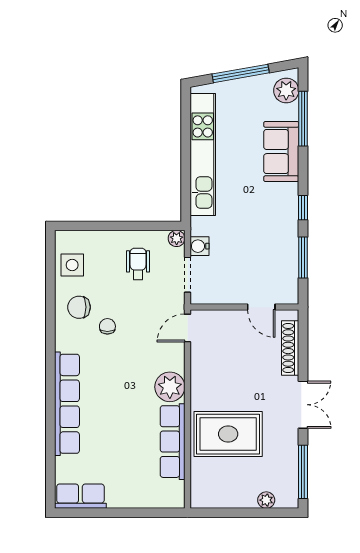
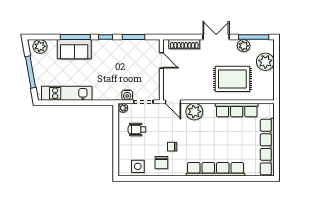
window: (303, 119) -> (75, 37), moved
kitchen unit: (203, 155) -> (67, 93), width x0.73
door: (261, 307) -> (161, 60), hinge flipped
plant: (170, 387) -> (194, 112), moved
rug: (228, 434) -> (232, 79), turned 90
plant: (288, 454) -> (244, 46), added
row of seats: (80, 496) -> (267, 147), width x2.02
plant: (266, 500) -> (265, 62), width x1.87, depth x1.87

